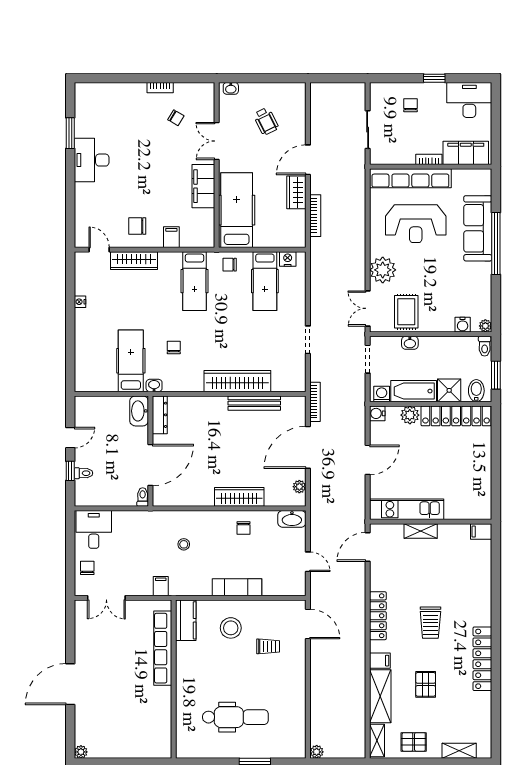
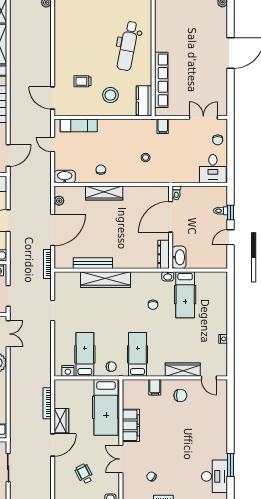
double door: (217, 141) -> (121, 459), swing flipped
desk: (92, 160) -> (214, 476), moved
exam couch: (237, 587) -> (79, 125), moved
dental chair: (235, 717) -> (128, 46), moved, turned -79

